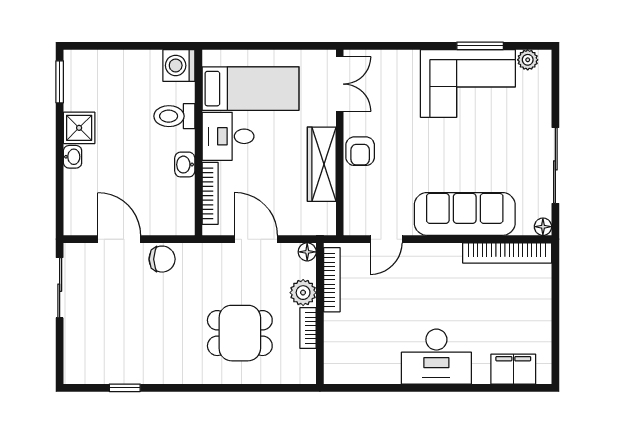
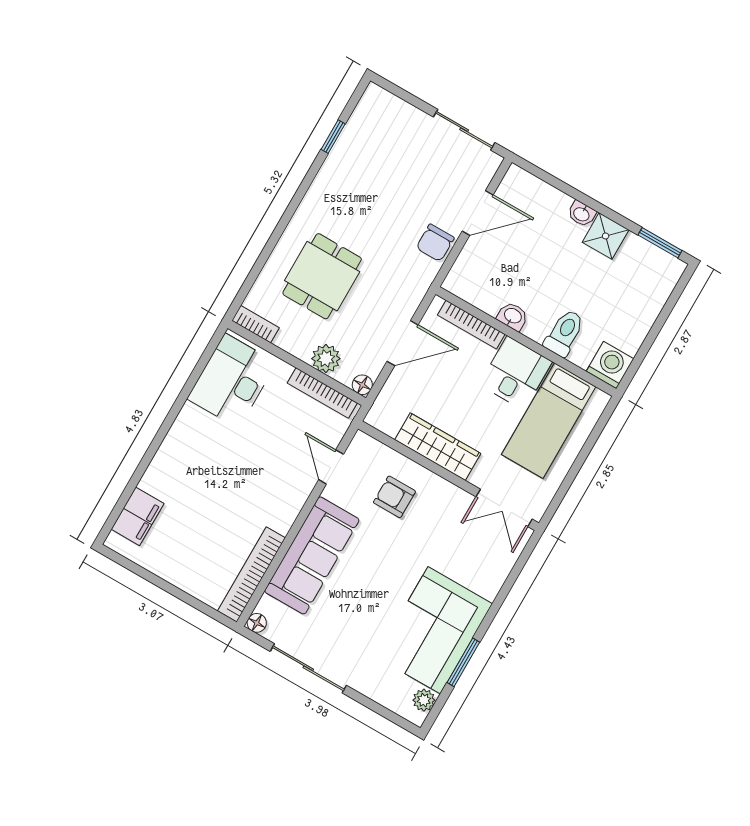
armchair: (360, 151) -> (394, 497), moved
bookcase: (308, 328) -> (255, 324), moved
desk: (436, 357) -> (232, 381), moved

